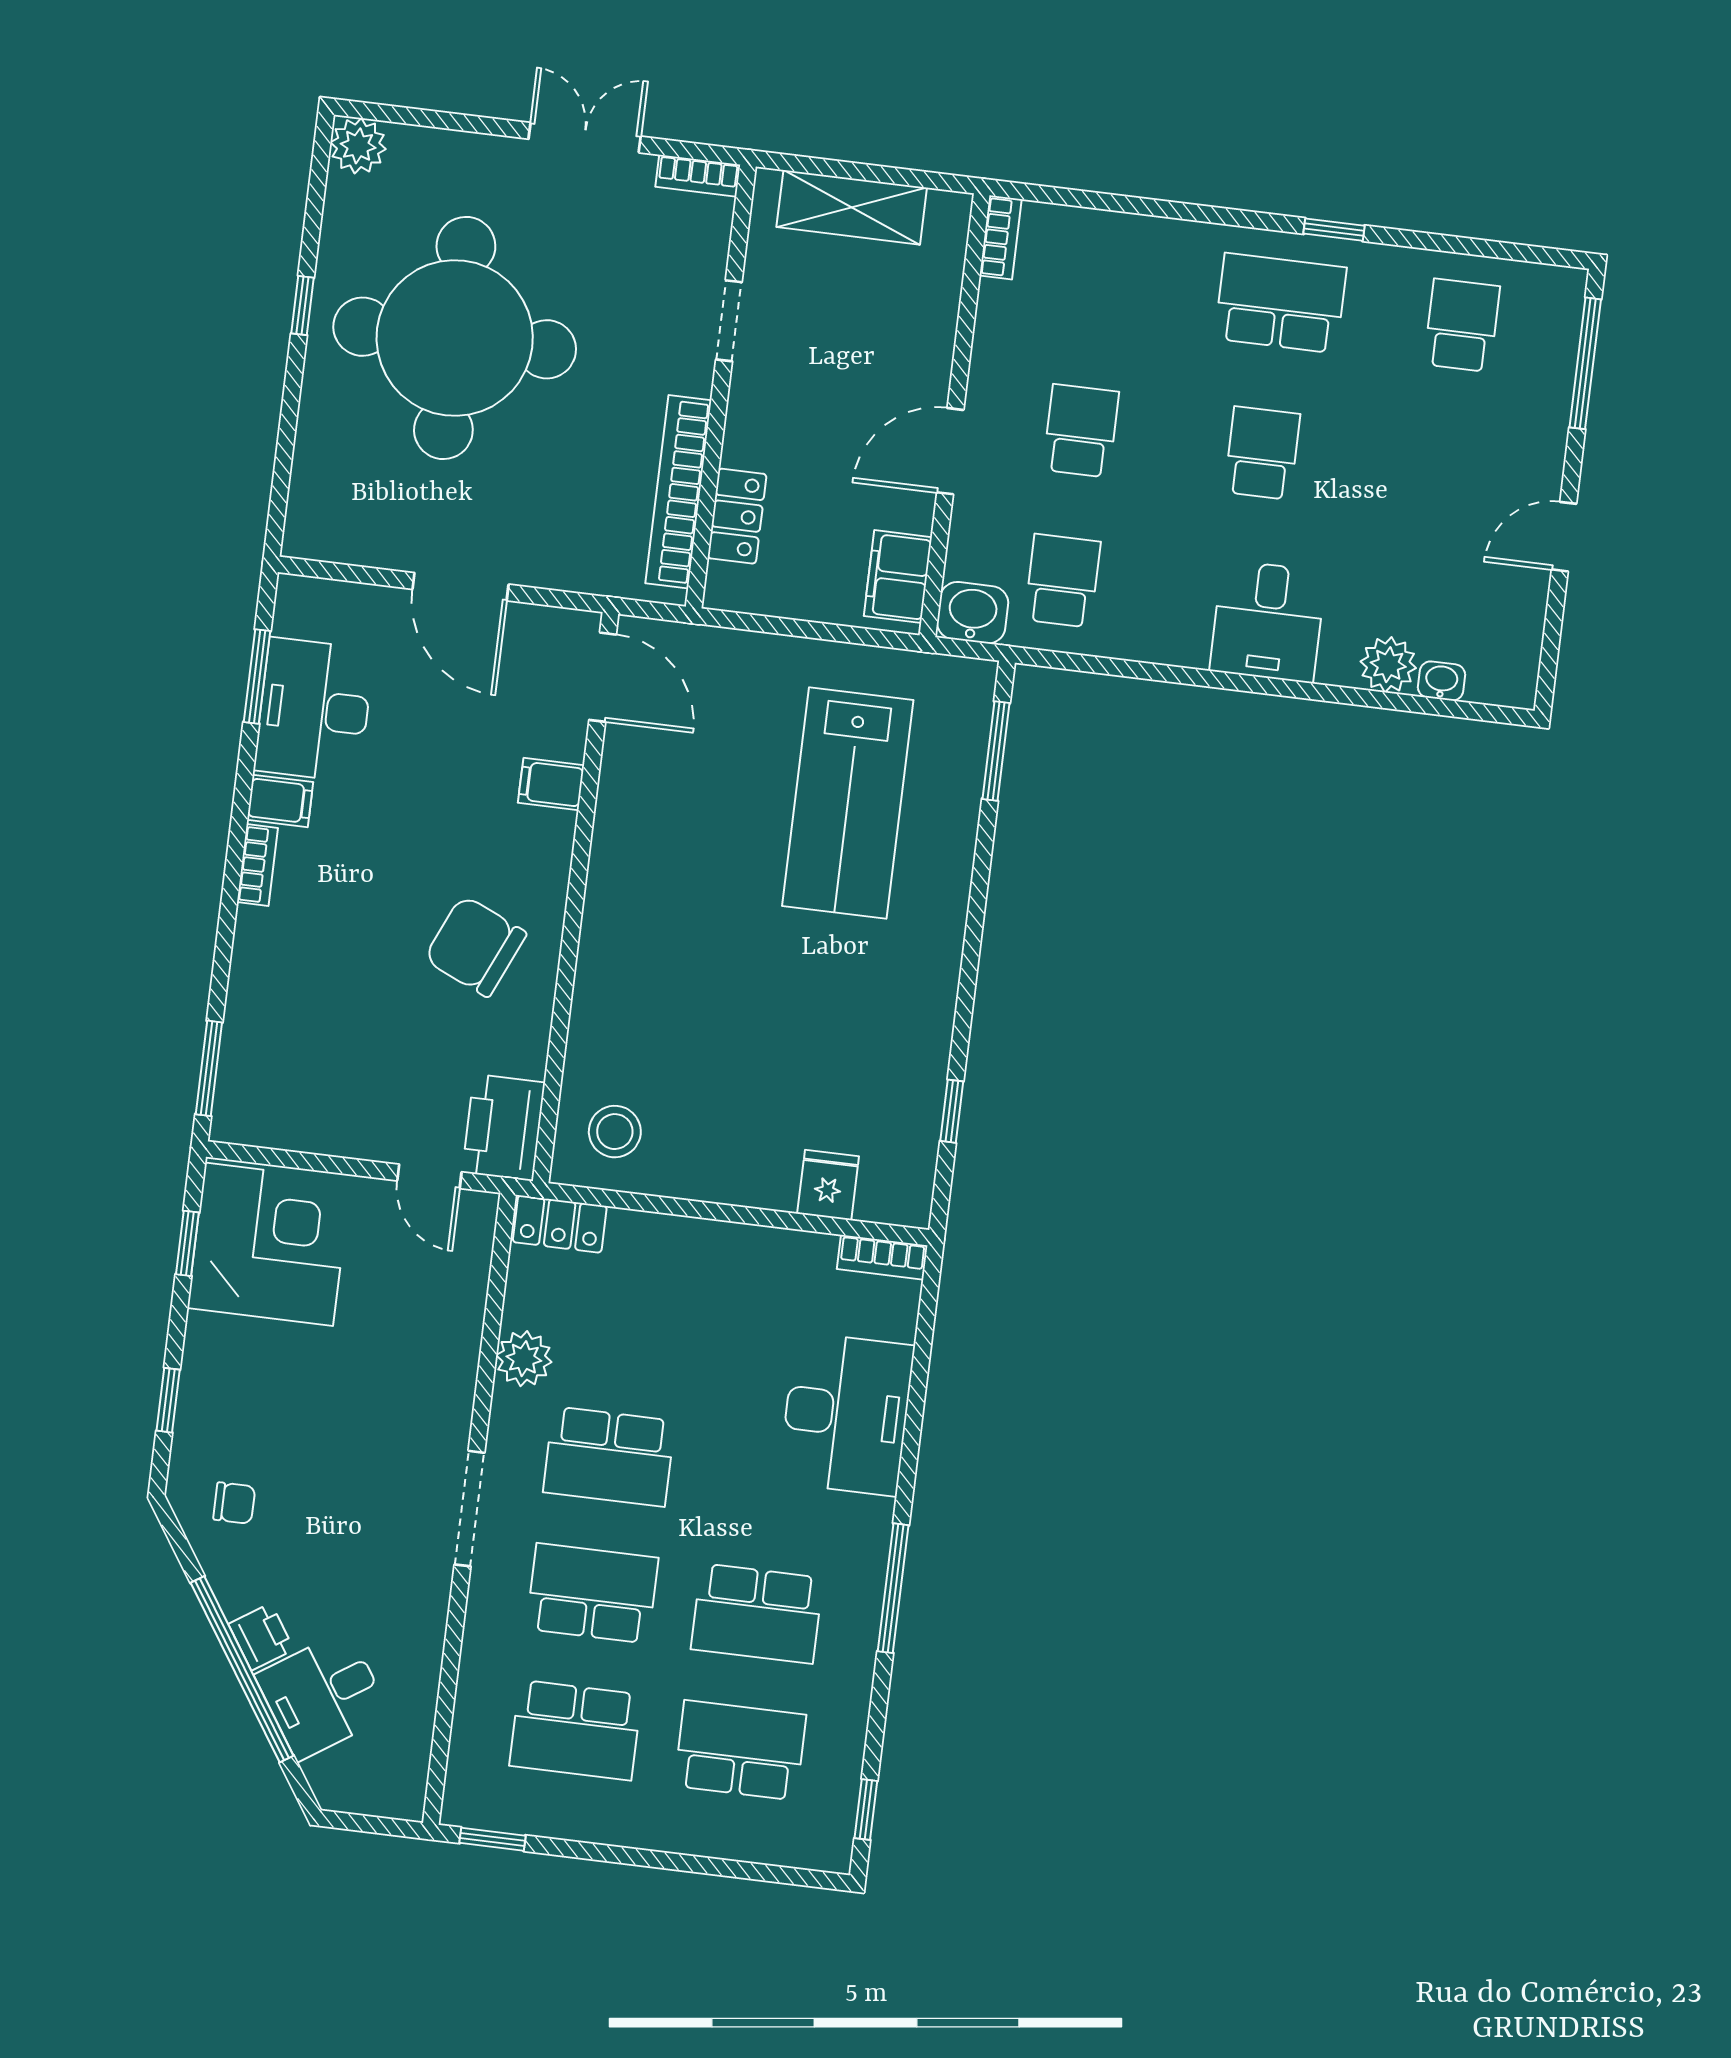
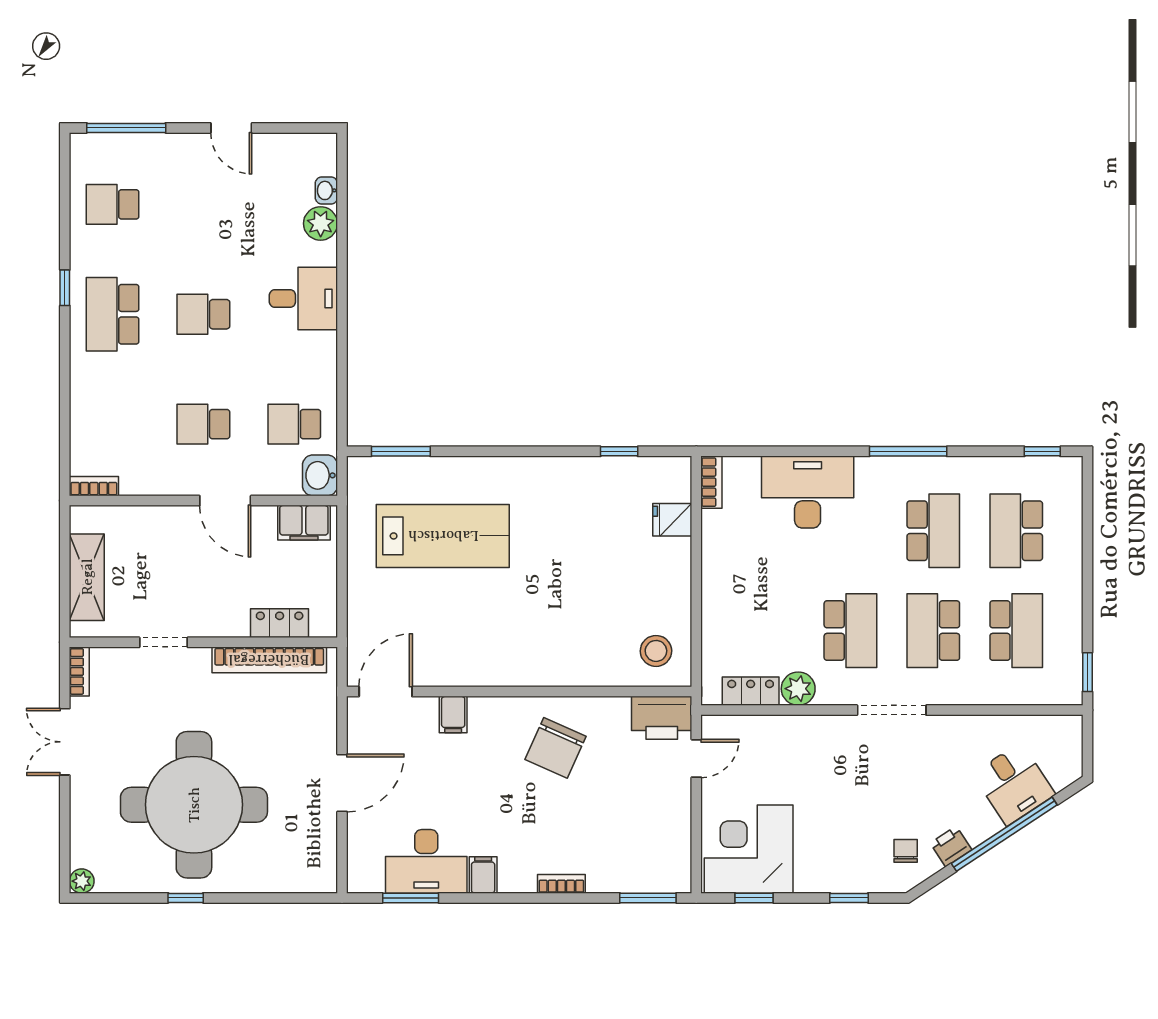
plant: (358, 146) -> (82, 881), width x0.73, depth x0.73
bookcase: (257, 865) -> (561, 884), moved
locker: (560, 1224) -> (751, 691), moved, turned -90
printer: (261, 1637) -> (951, 846), moved

